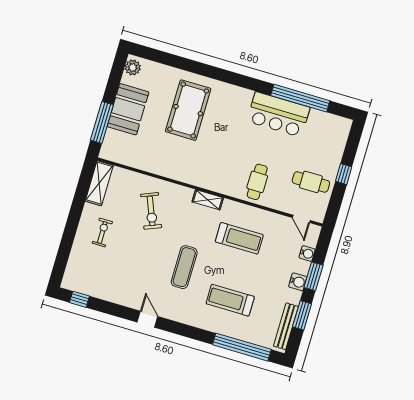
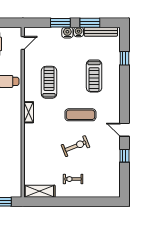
exercise bike: (151, 211) -> (76, 146), moved
water cooler: (307, 253) -> (79, 32), moved
window: (79, 299) -> (124, 156), moved
door: (147, 319) -> (124, 130), hinge flipped
window: (242, 347) -> (124, 58), width x0.32

